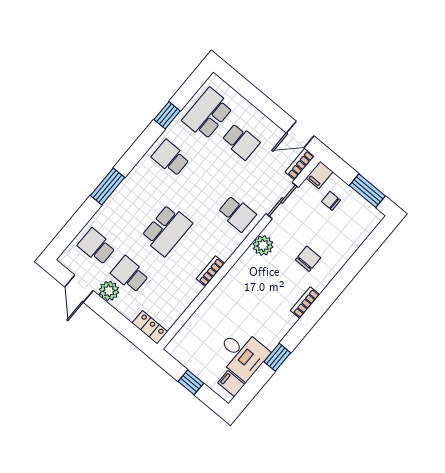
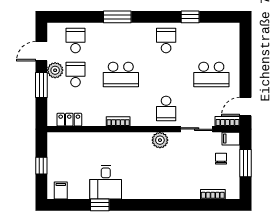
school desk: (208, 114) -> (211, 40), removed
door: (300, 134) -> (245, 107), hinge flipped
school desk: (241, 142) -> (211, 74), width x1.85
window: (367, 191) -> (245, 163), moved
chair: (308, 259) -> (175, 174), removed
bookcase: (305, 303) -> (213, 194), moved
window: (112, 316) -> (41, 85), added
locker: (150, 327) -> (69, 120), moved, turned -90
desk: (242, 354) -> (106, 182), moved

